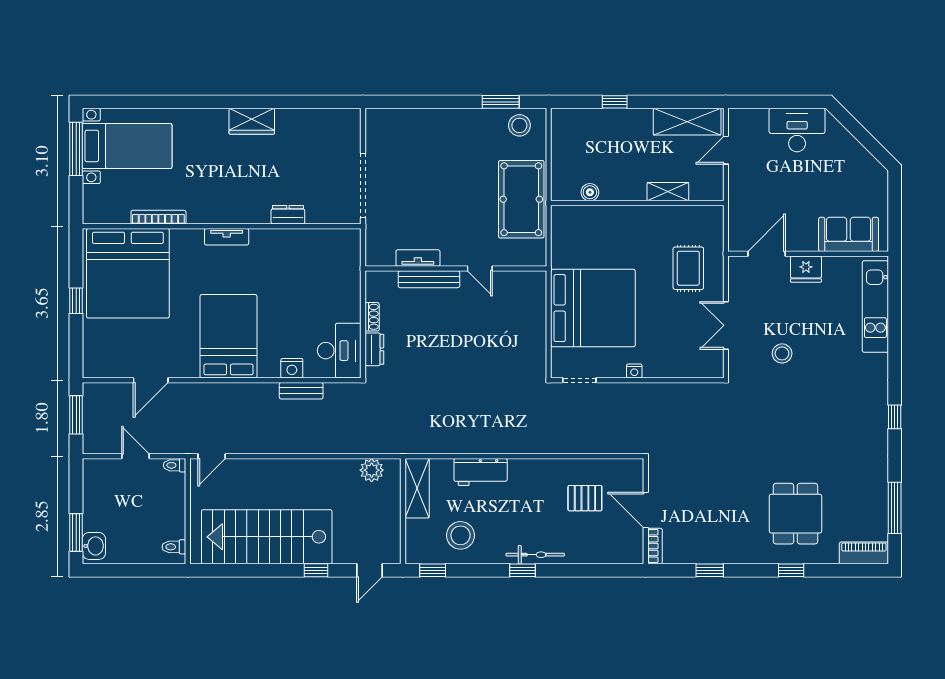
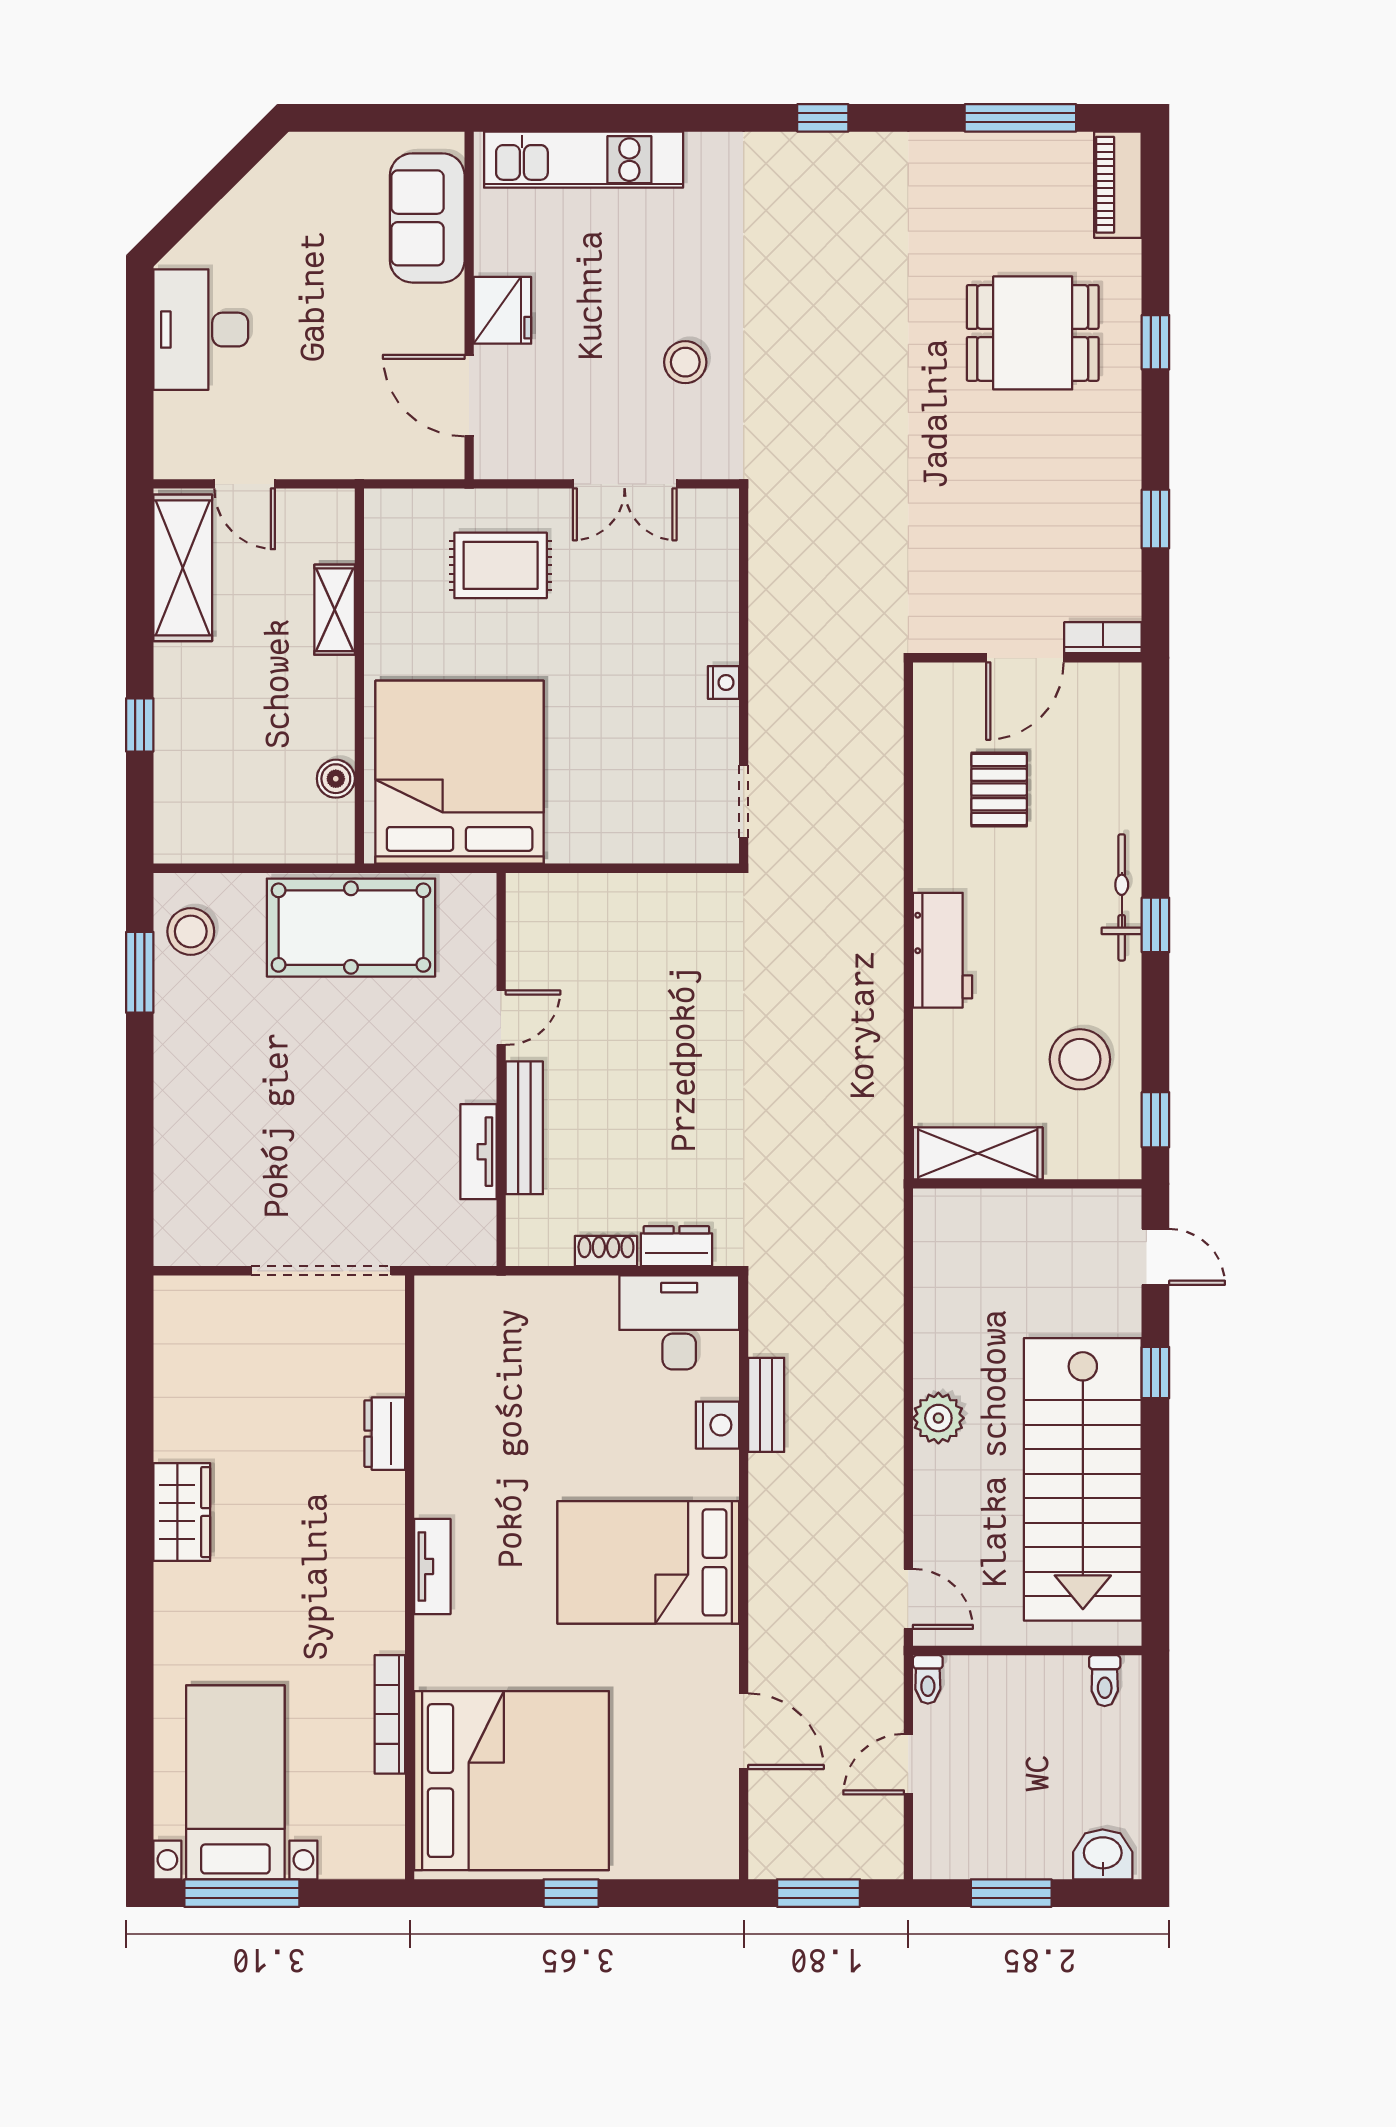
bed: (593, 308) -> (460, 772), moved
plant: (372, 470) -> (938, 1418), moved
workbench: (481, 472) -> (943, 950), moved
window: (76, 533) -> (1011, 1893), moved

